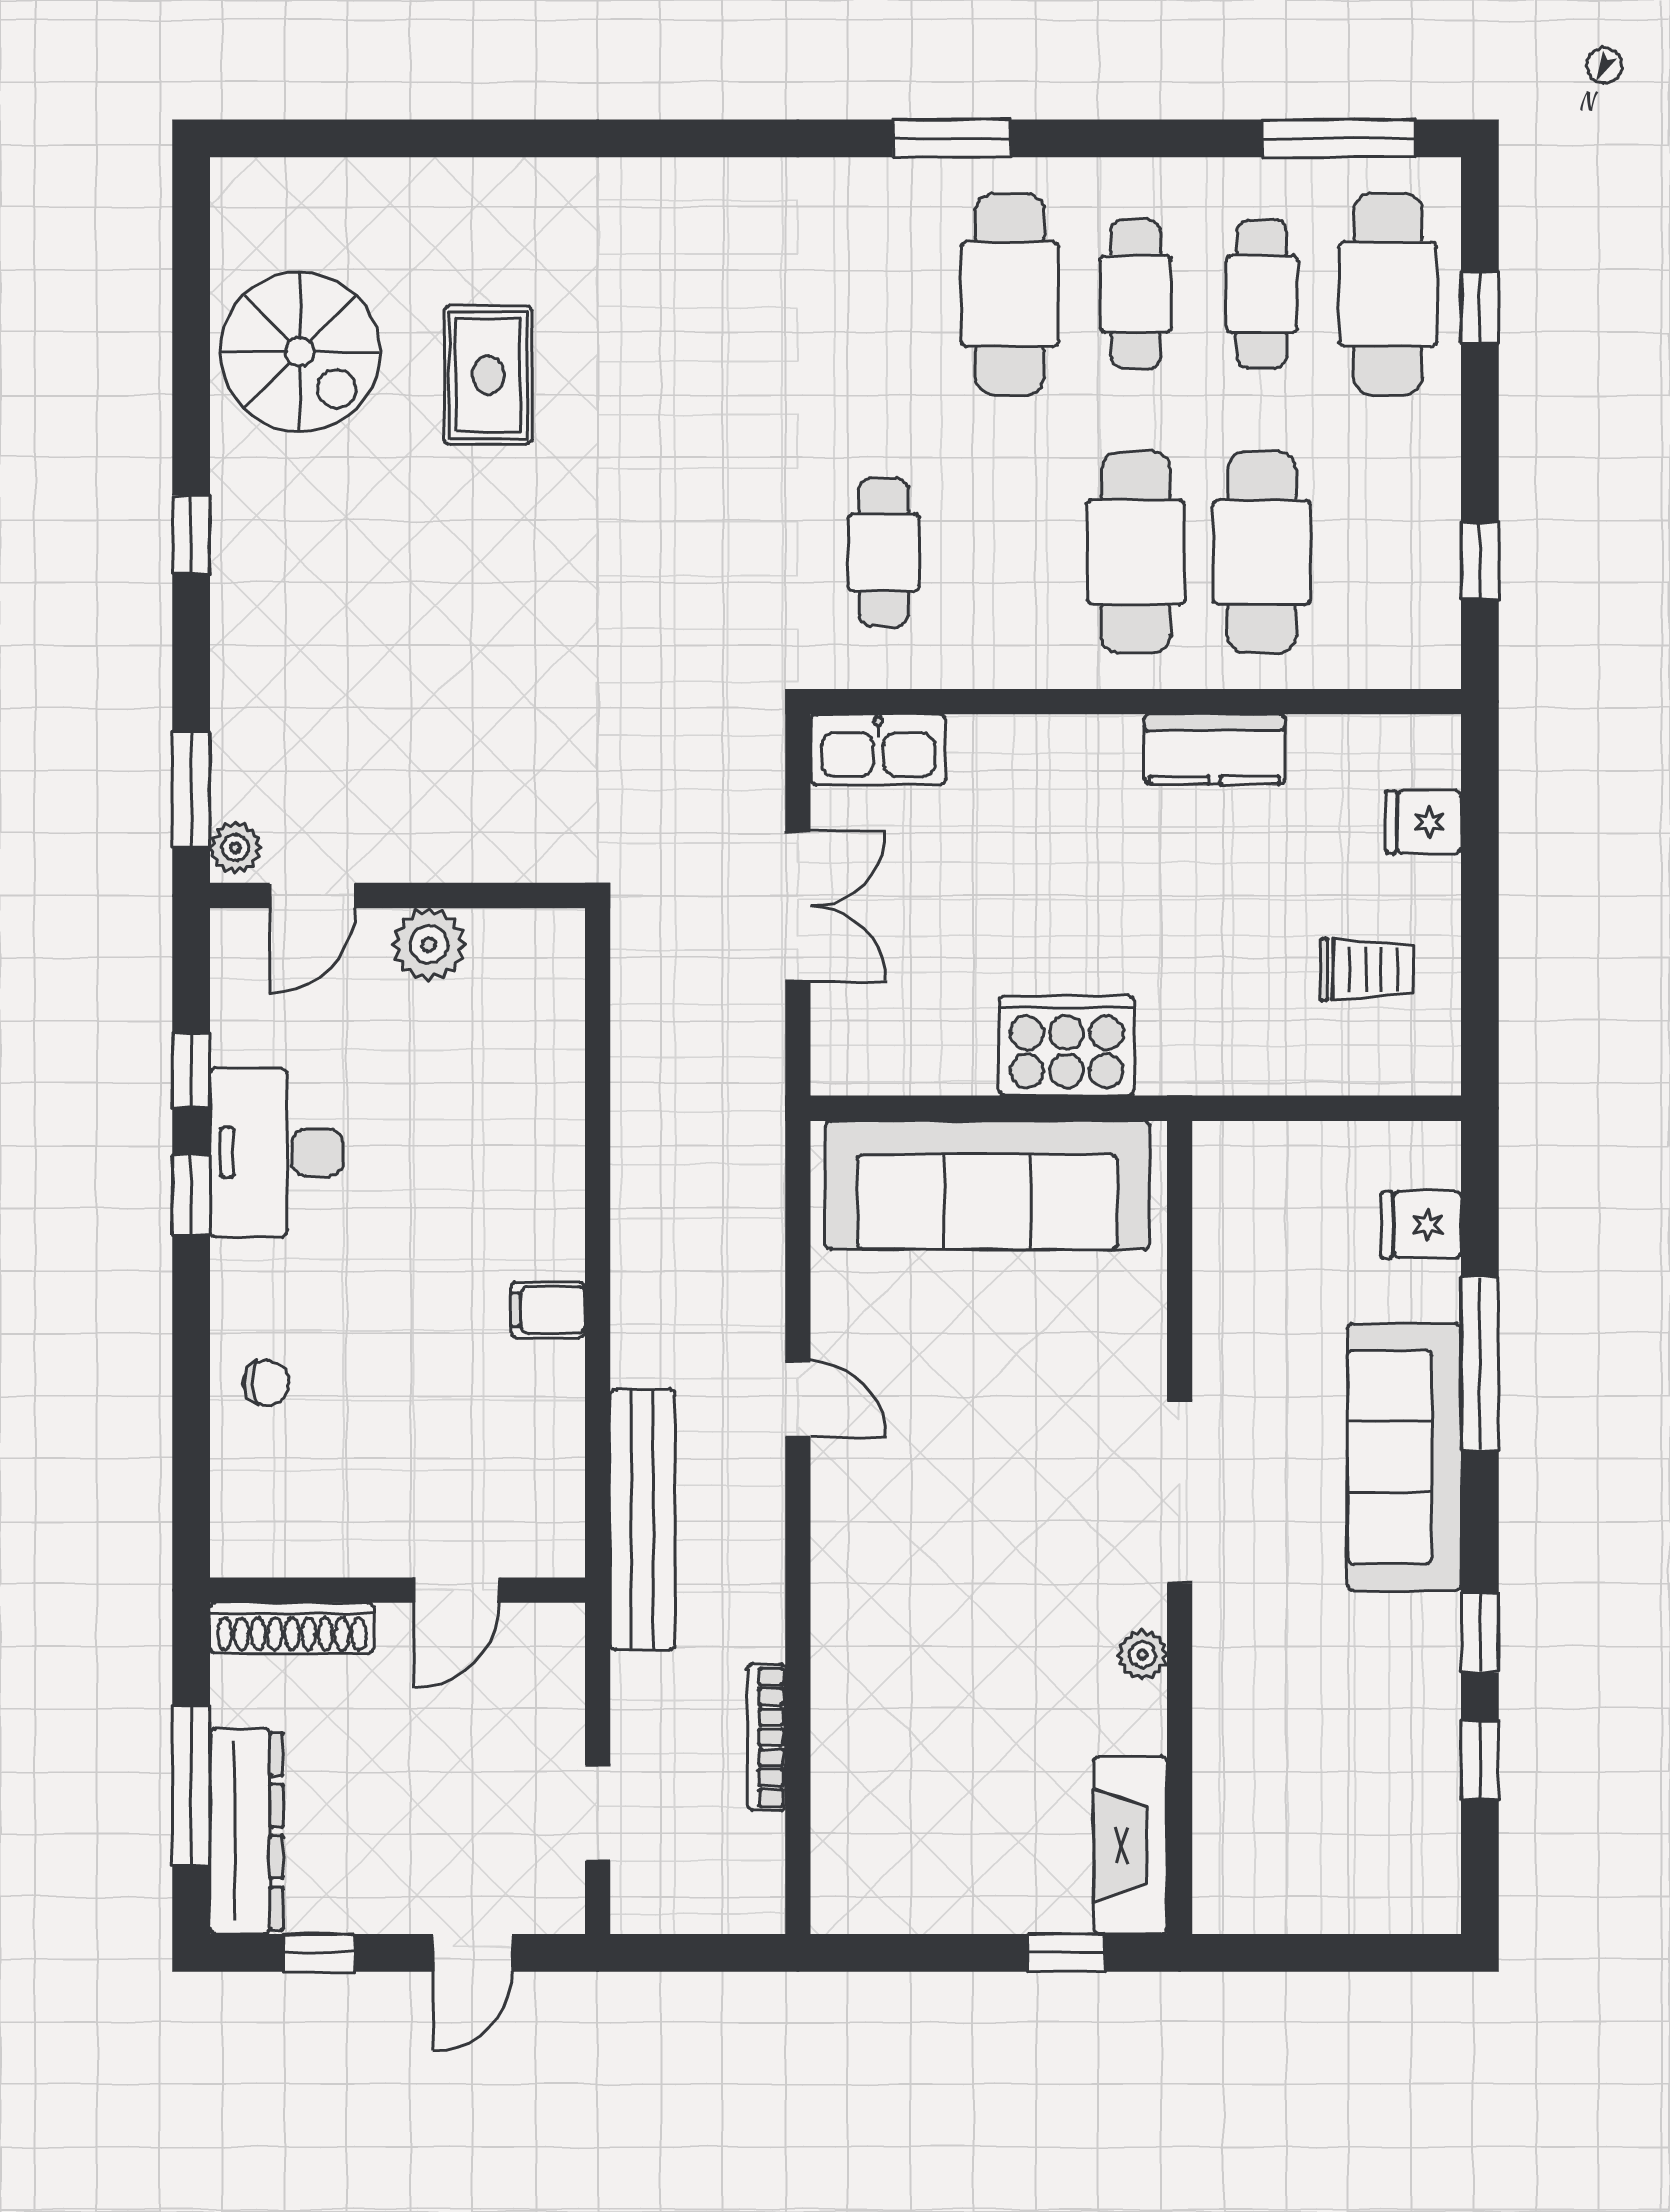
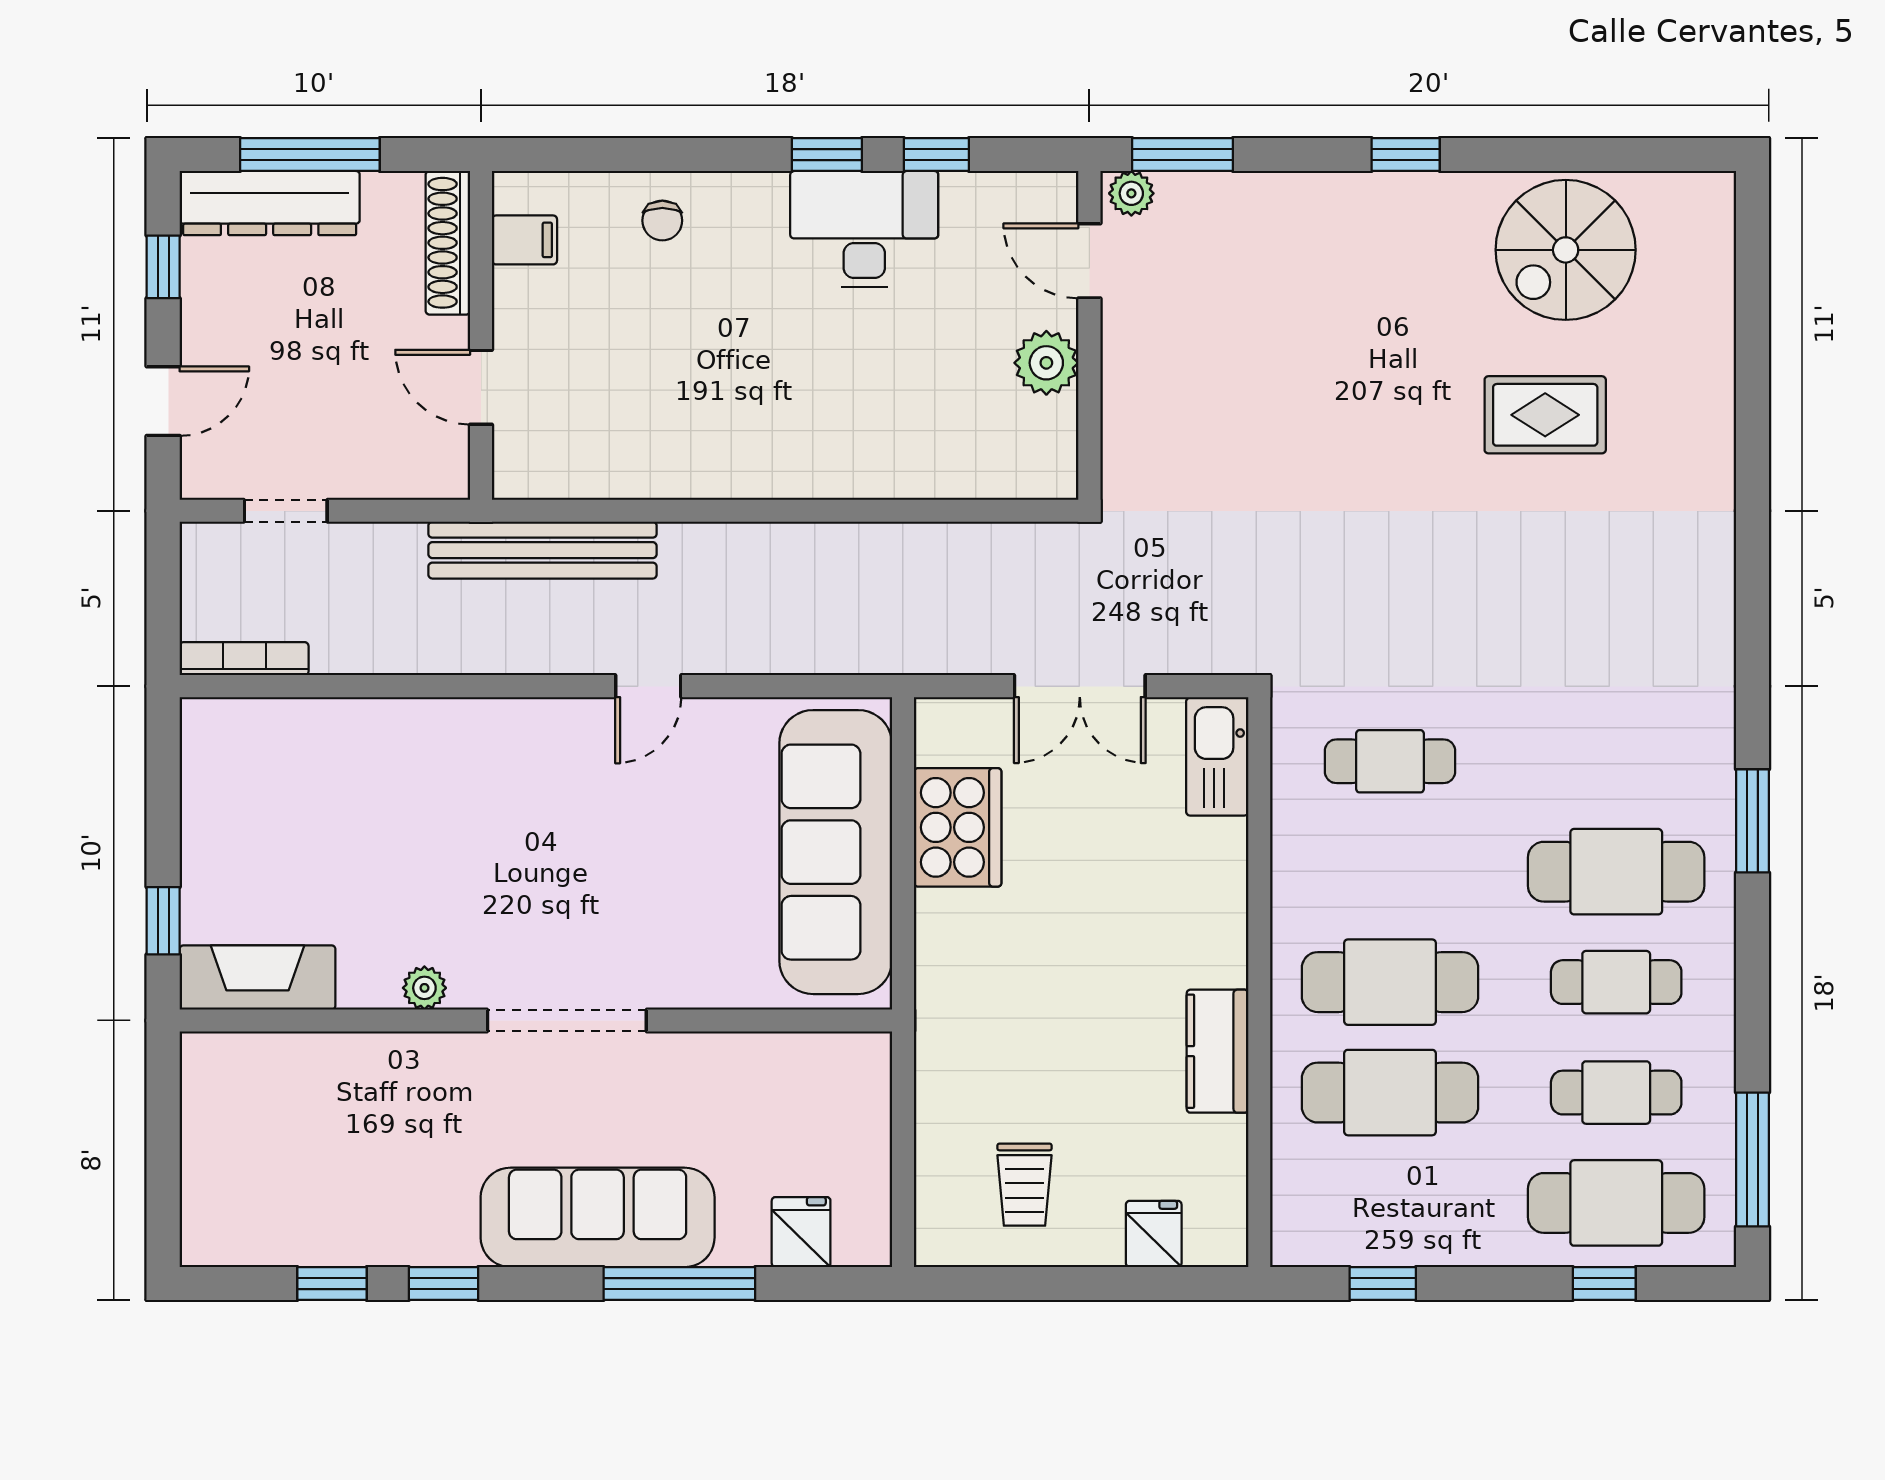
cooker: (1067, 1046) -> (958, 827), moved
filing cabinet: (548, 1310) -> (524, 240), moved, turned 90
bookcase: (767, 1737) -> (244, 659), moved
door: (473, 1953) -> (163, 401), swing flipped

